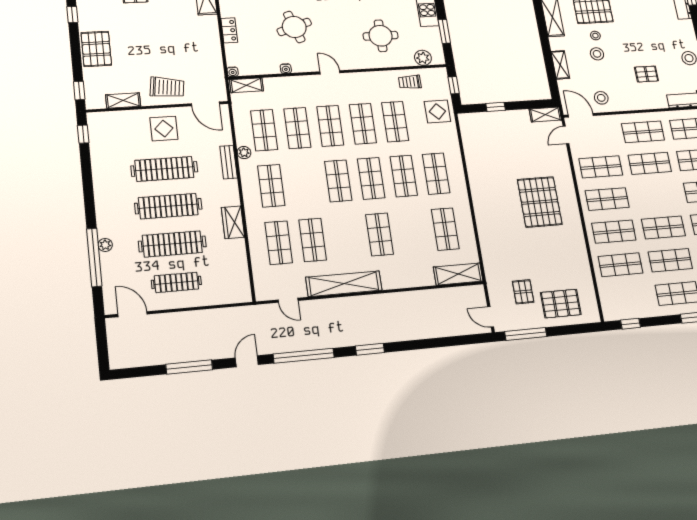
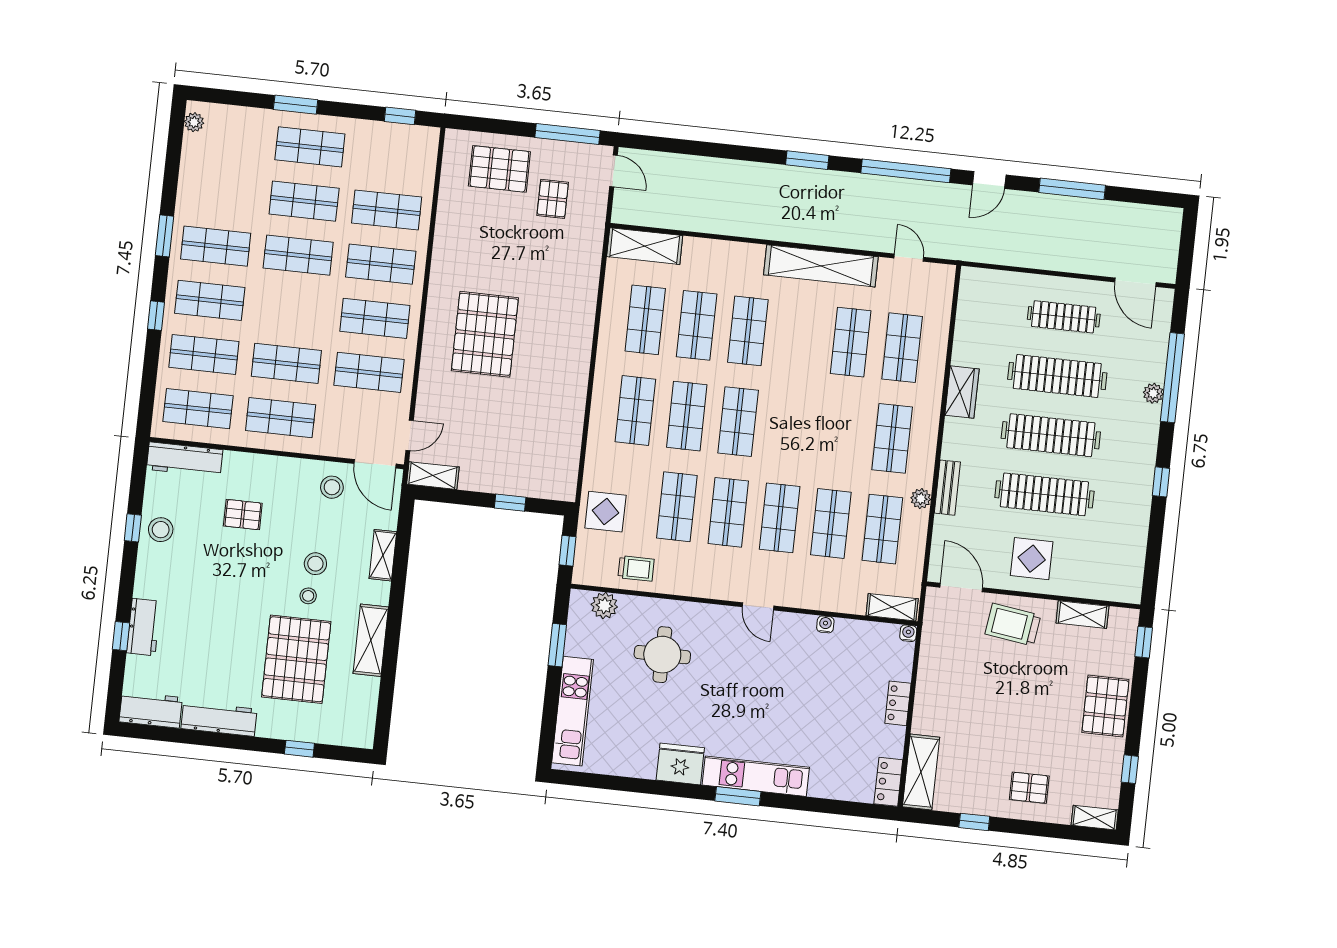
round table: (294, 27) -> (795, 692), removed
window: (83, 134) -> (1161, 482), moved
shop shelf: (338, 181) -> (697, 325), moved

